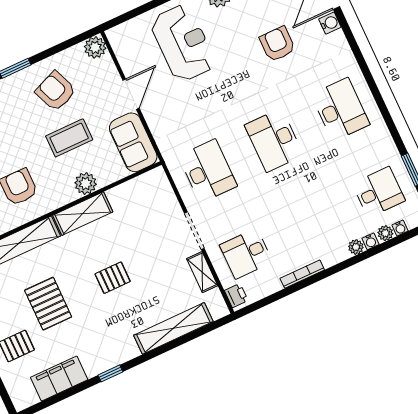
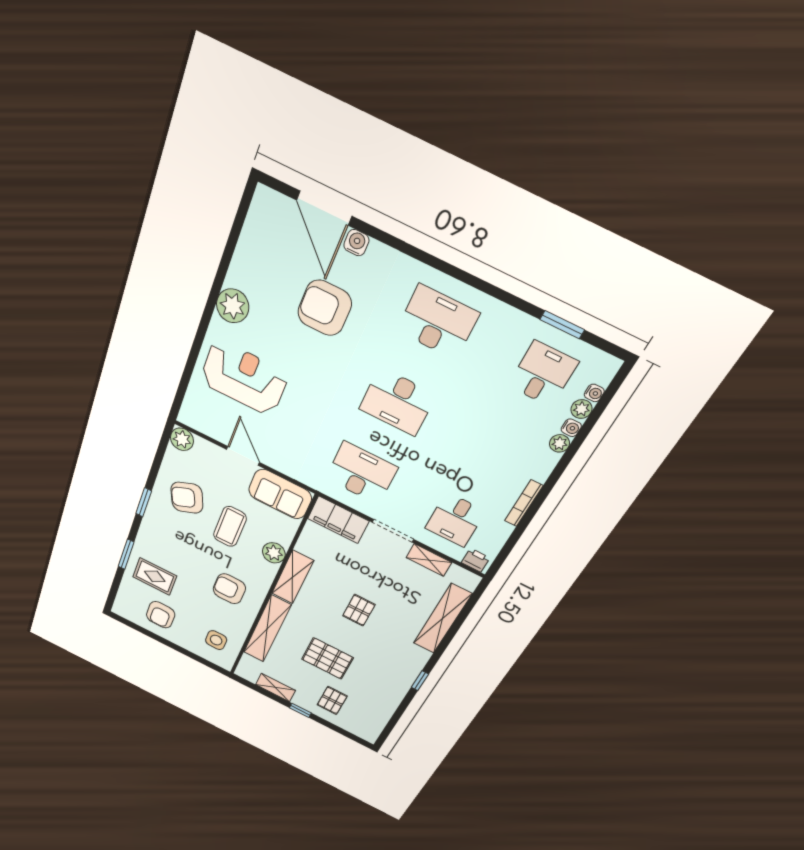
armchair: (277, 44) -> (325, 308), width x1.36, depth x1.36
filing cabinet: (59, 379) -> (338, 520), moved, turned -90

